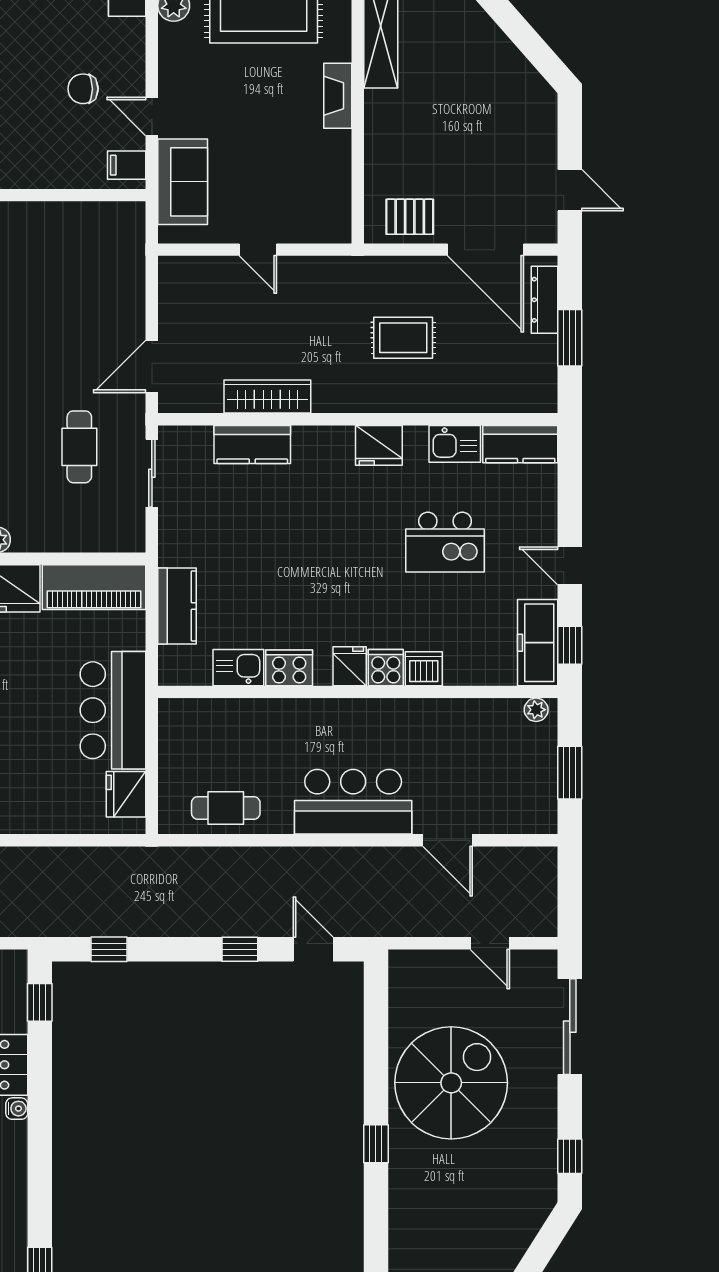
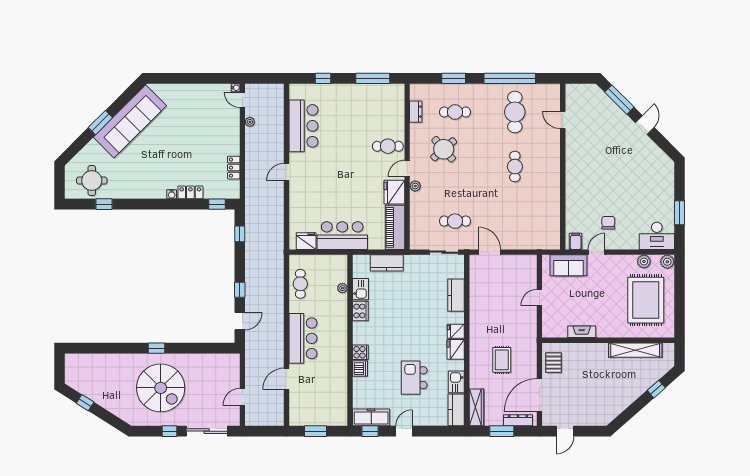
fireplace: (338, 96) -> (582, 332), moved
wardrobe: (267, 397) -> (477, 407), moved
fridge: (350, 666) -> (456, 331), moved, turned 180
plant: (536, 710) -> (342, 288), moved
spiral stairs: (451, 1083) -> (161, 388), moved
window: (570, 1156) -> (169, 431), moved

